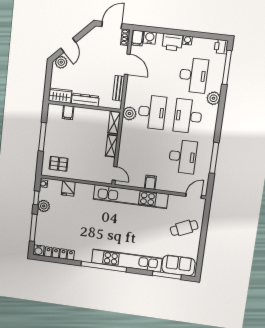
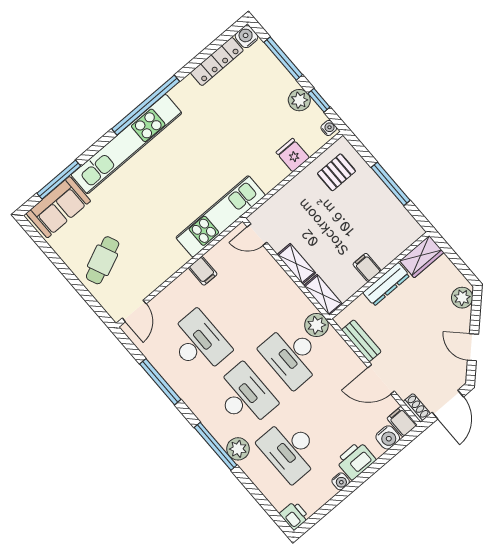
door: (68, 45) -> (473, 347), moved
window: (227, 67) -> (216, 446), moved
filing cabinet: (68, 112) -> (367, 267), moved
desk: (183, 157) -> (199, 343), turned 180
kitchen unit: (131, 197) -> (221, 216), width x0.73

